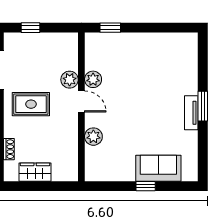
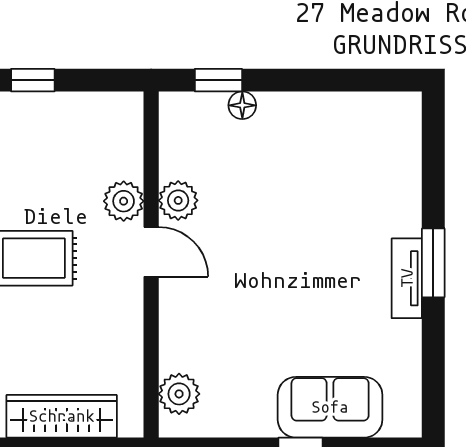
floor lamp: (121, 38) -> (242, 105), added
plant: (93, 137) -> (179, 394), moved
wardrobe: (35, 172) -> (62, 416), width x1.50

